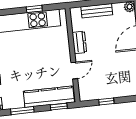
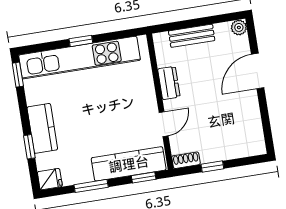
window: (34, 9) -> (81, 41), moved
shoe rack: (88, 96) -> (186, 160), added

